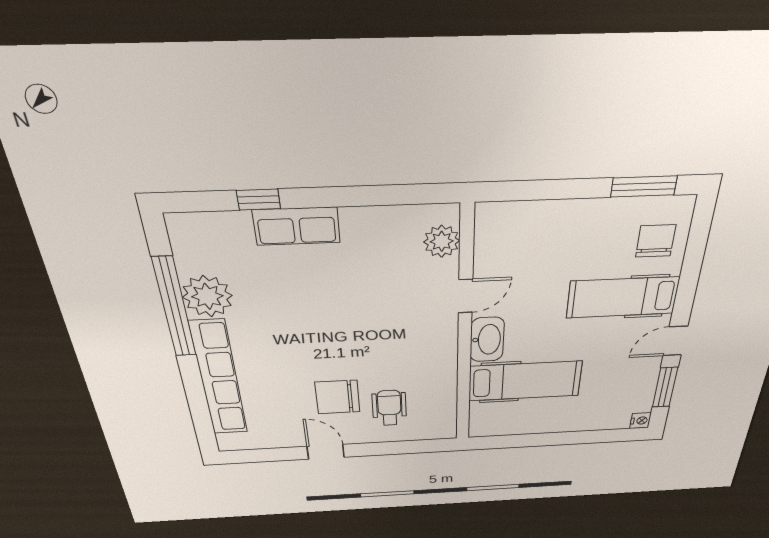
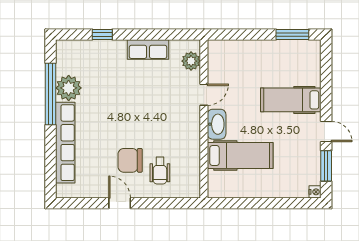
row of seats: (297, 226) -> (148, 50), moved
chair: (656, 241) -> (304, 66), removed
door: (675, 341) -> (326, 131), swing flipped
wheelchair: (389, 408) -> (160, 171), turned 180

